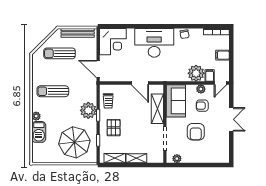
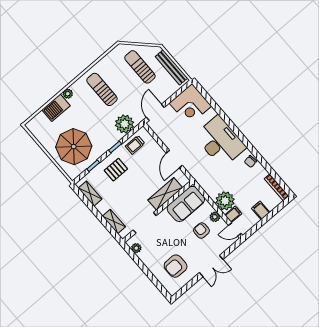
plant: (88, 110) -> (125, 124), moved
armchair: (196, 132) -> (176, 266), moved
shelving: (136, 158) -> (114, 222), moved

